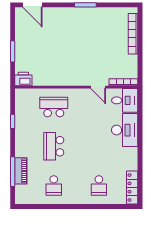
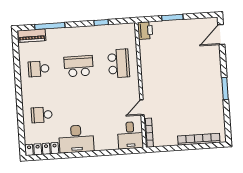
desk: (125, 130) -> (76, 139), moved
piano: (21, 171) -> (32, 36), moved

